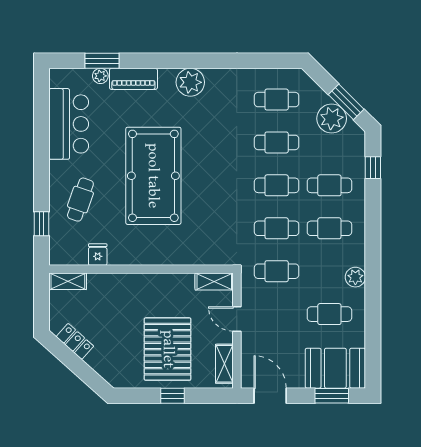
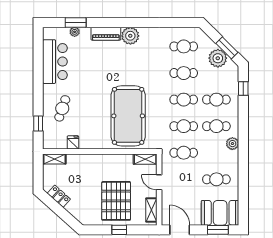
piano: (133, 79) -> (106, 34), moved
pool table: (153, 176) -> (128, 116), moved
plant: (355, 277) -> (232, 144), moved

